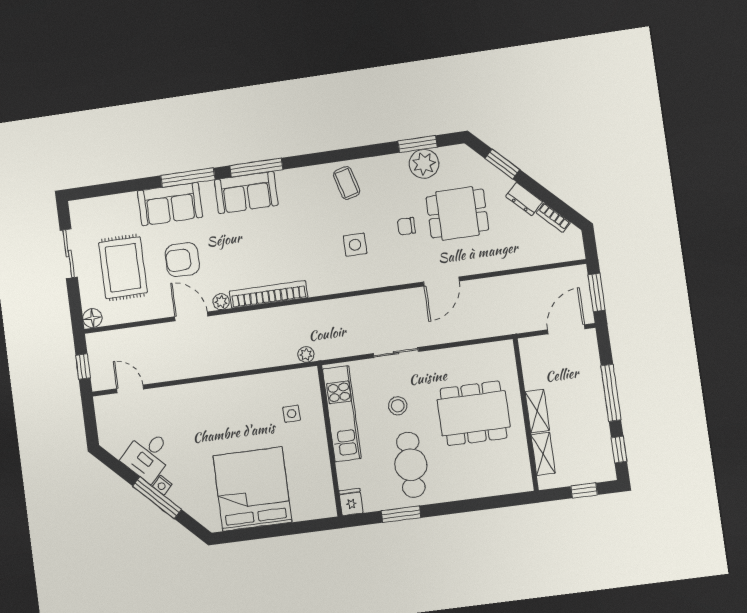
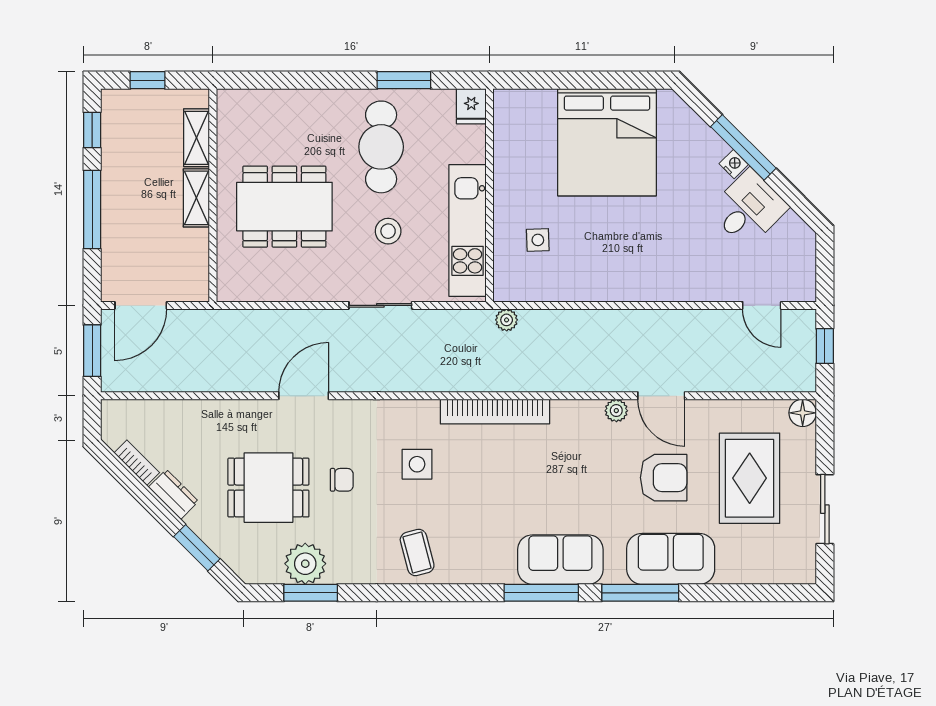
bookcase: (268, 294) -> (495, 412), moved

